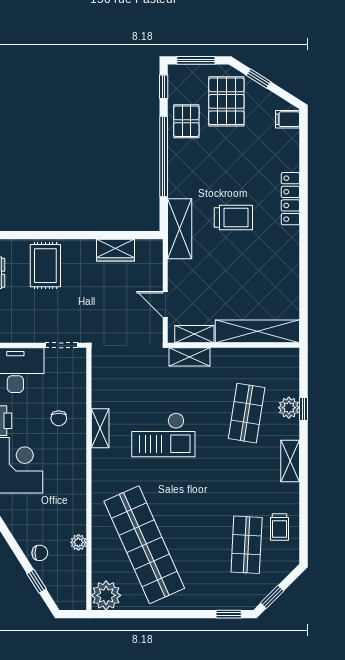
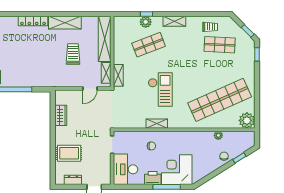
trolley: (233, 217) -> (73, 54), moved
shelving: (180, 229) -> (65, 23), moved
shop shelf: (247, 413) -> (149, 45), turned -30

